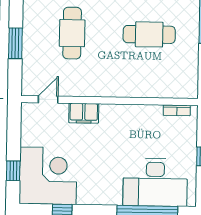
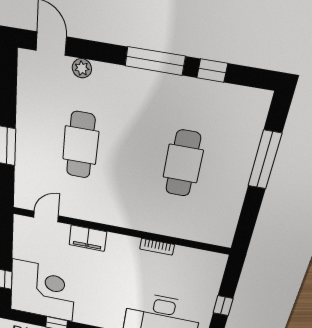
cafe table: (149, 34) -> (183, 164), turned 90
bookcase: (177, 110) -> (157, 247), moved

